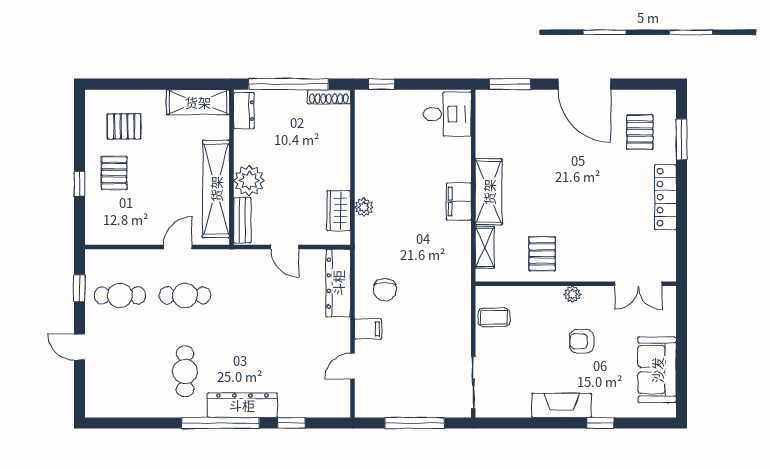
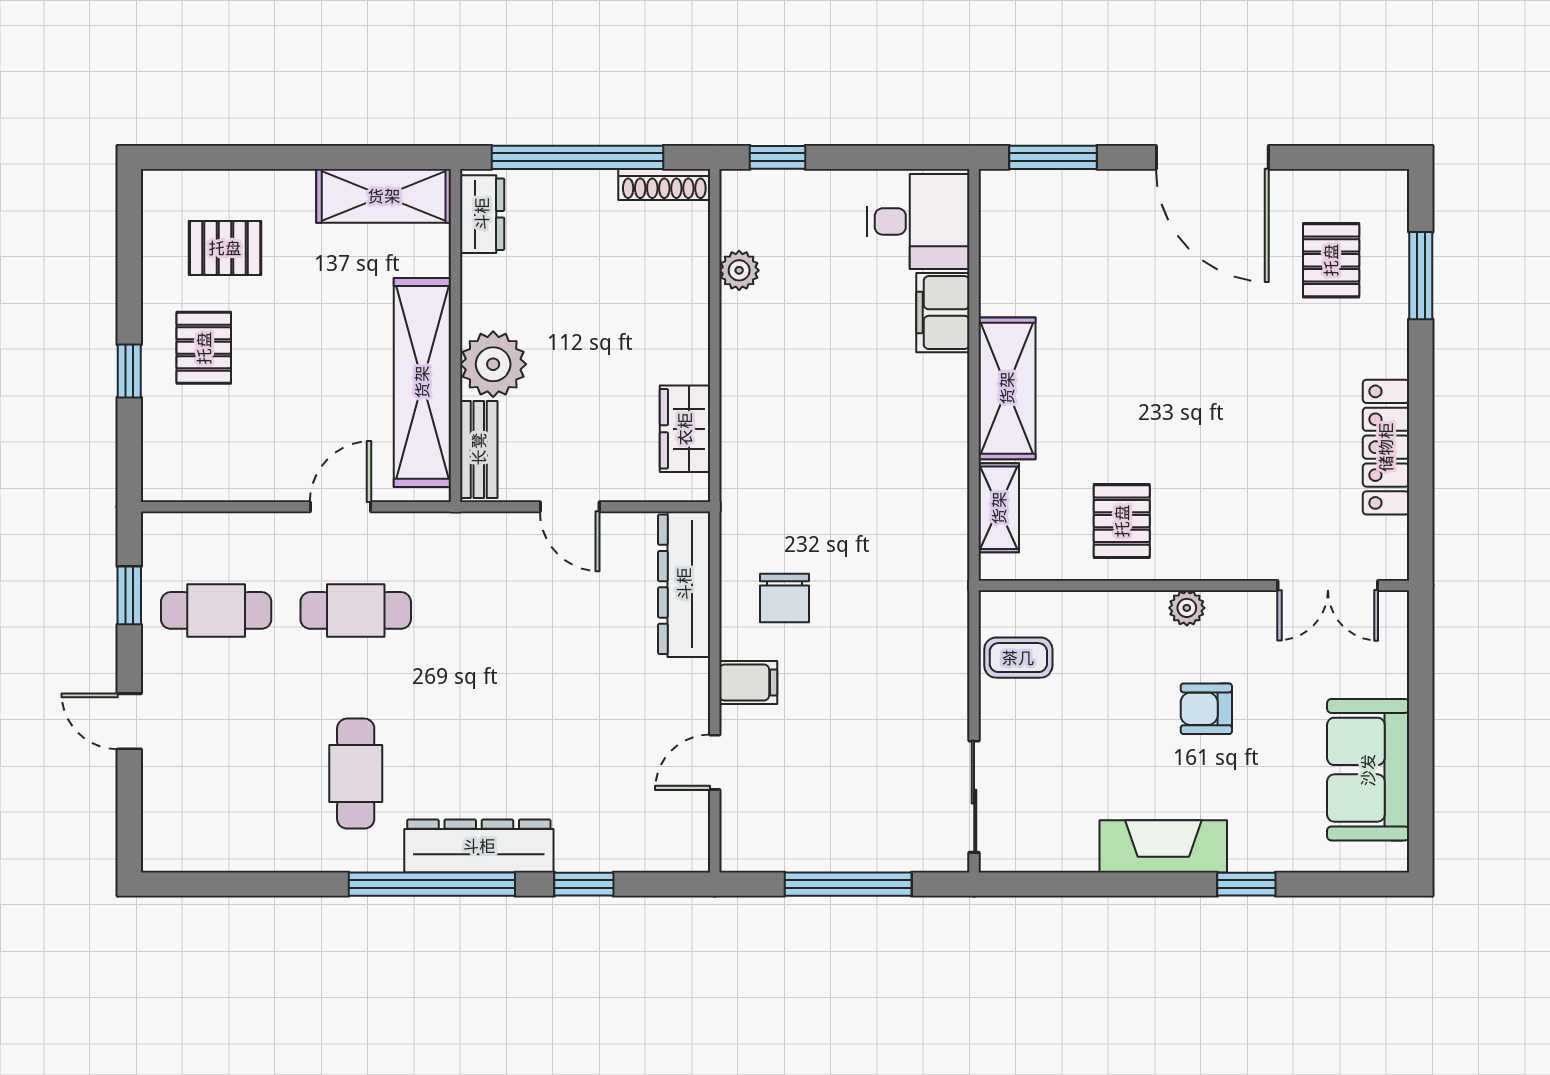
locker: (665, 197) -> (1386, 447), moved
filing cabinet: (459, 201) -> (943, 313), moved
plant: (364, 207) -> (739, 270), moved

